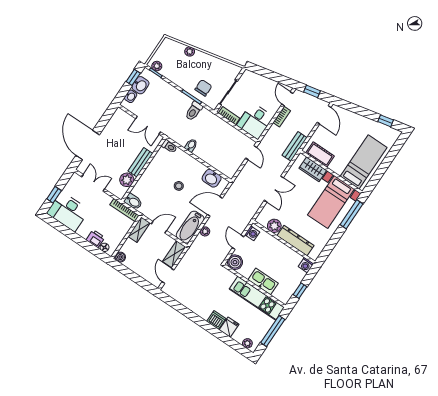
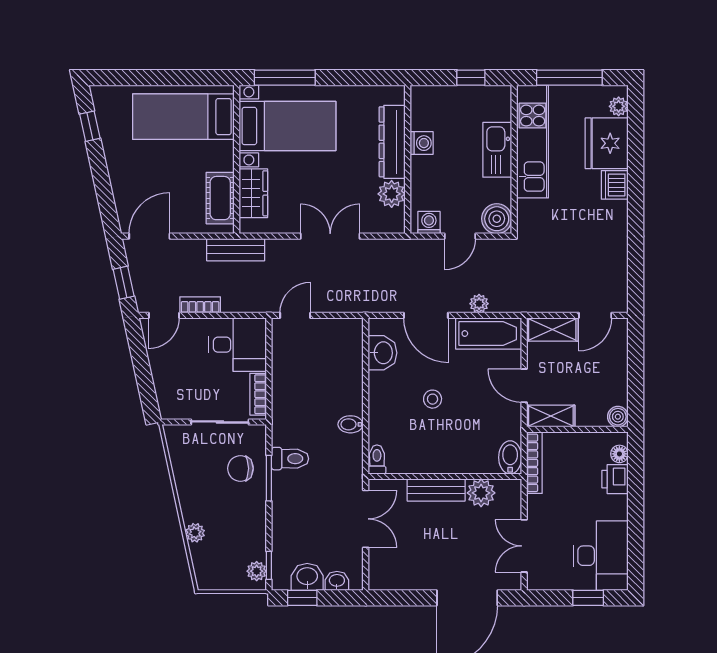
washing machine: (306, 265) -> (422, 143), moved
fridge: (229, 327) -> (607, 143), width x1.88, depth x1.34

